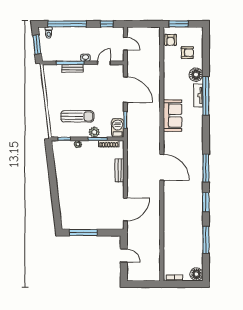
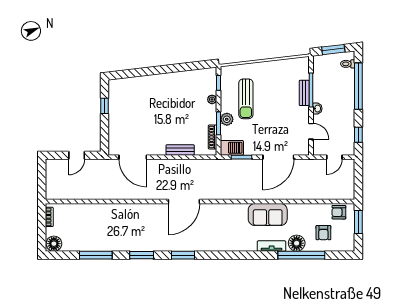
window: (206, 96) -> (301, 255), moved
sofa: (172, 116) -> (268, 215), moved
window: (206, 168) -> (183, 255), width x0.69
window: (83, 233) -> (105, 106), width x0.46

